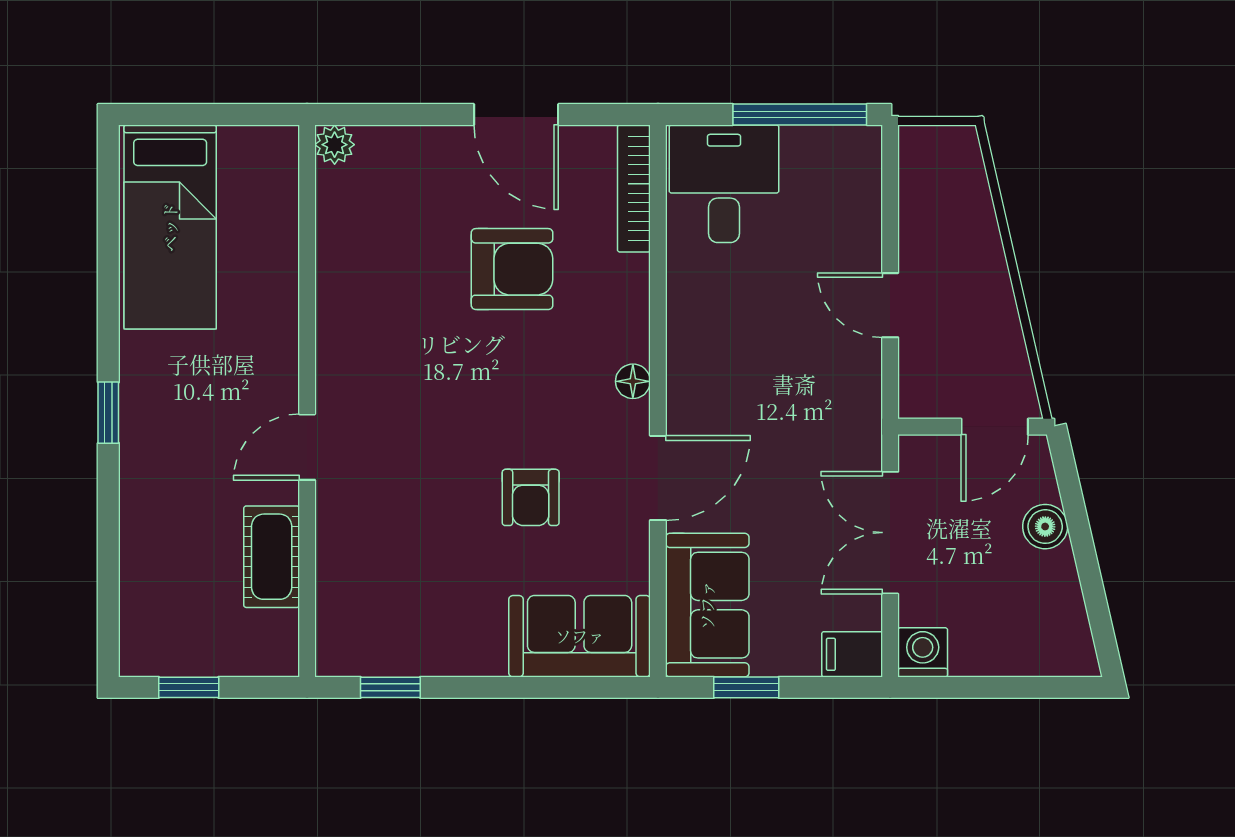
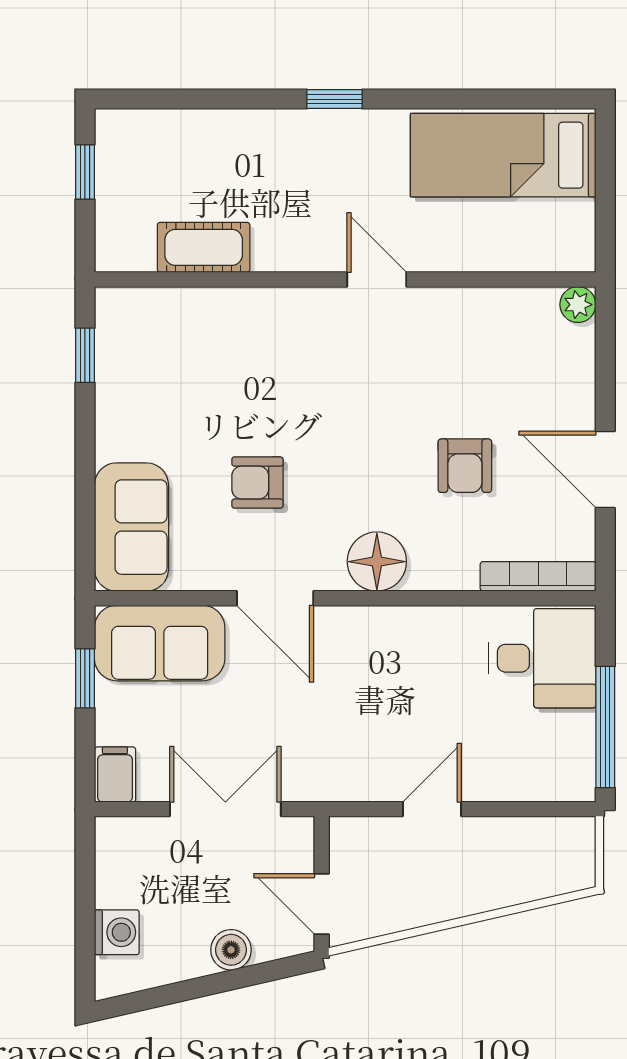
door: (516, 114) -> (605, 469), hinge flipped
armchair: (512, 269) -> (465, 466), width x0.72, depth x0.72
floor lamp: (633, 381) -> (377, 562), width x1.89, depth x1.89
door: (307, 447) -> (377, 280), moved
washing machine: (923, 652) -> (117, 932), moved

